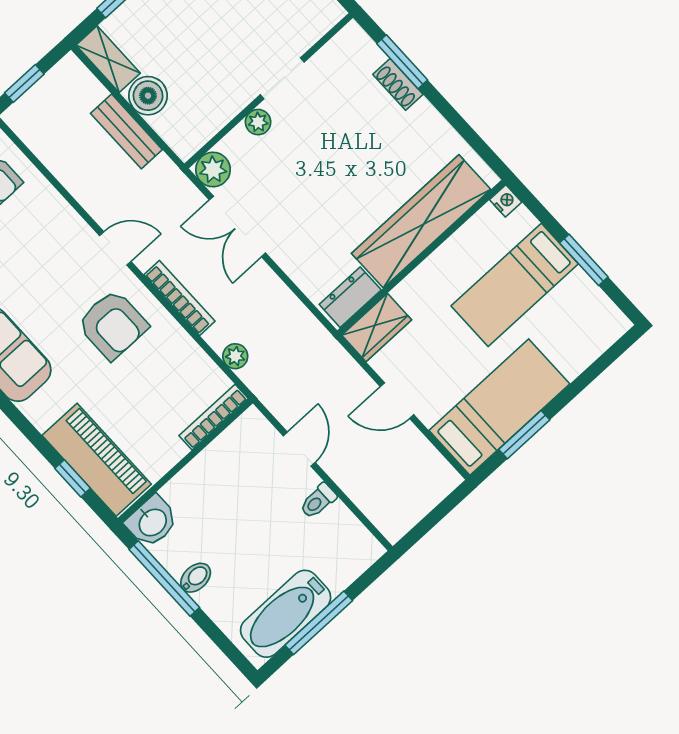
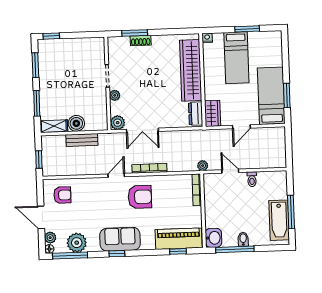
plant: (235, 356) -> (203, 166), moved

